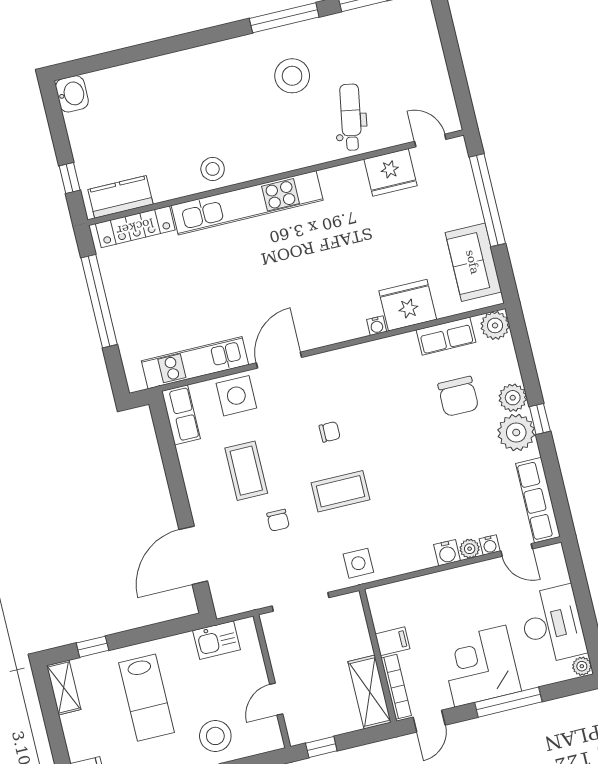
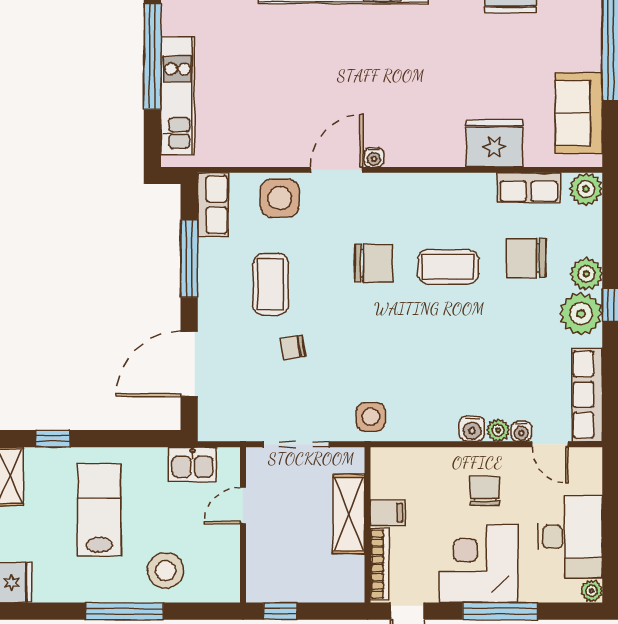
water cooler: (377, 326) -> (374, 157), moved
kitchen unit: (195, 363) -> (178, 96), moved, turned 90
chair: (458, 396) -> (526, 258), turned 90
chair: (330, 432) -> (374, 263), width x1.87, depth x1.87
window: (172, 465) -> (189, 258), added
coffee table: (340, 491) -> (448, 267), moved
chair: (278, 520) -> (293, 348), turned 81
chair: (471, 603) -> (485, 491), added
shelving: (370, 692) -> (349, 514), moved
lab bench: (147, 698) -> (99, 510), turned 180
door: (276, 699) -> (243, 505), moved

